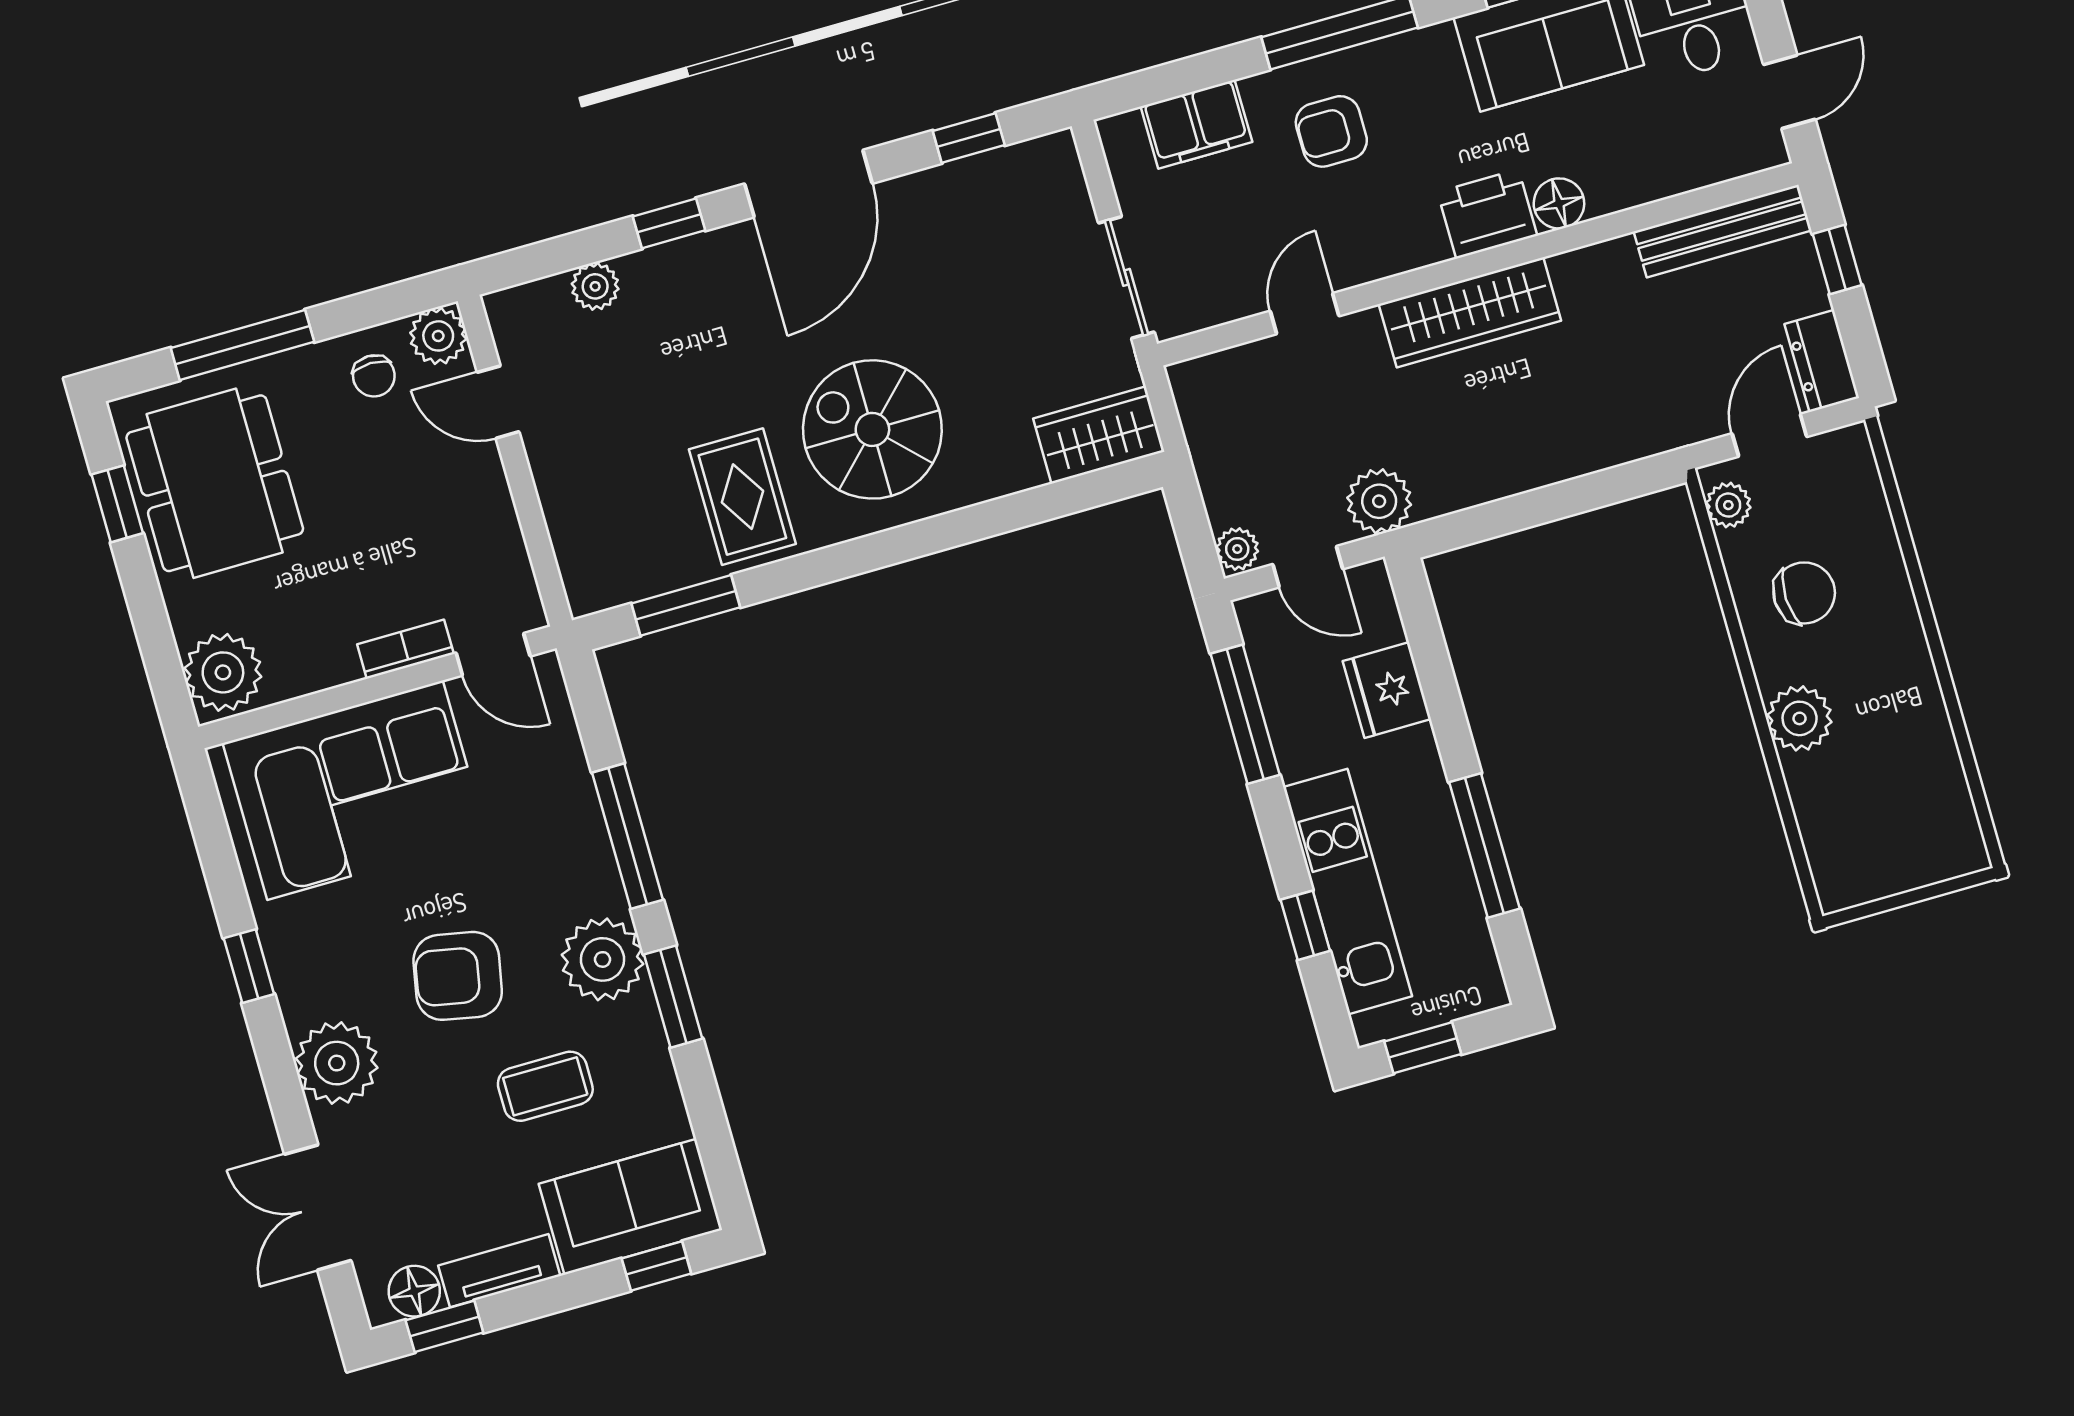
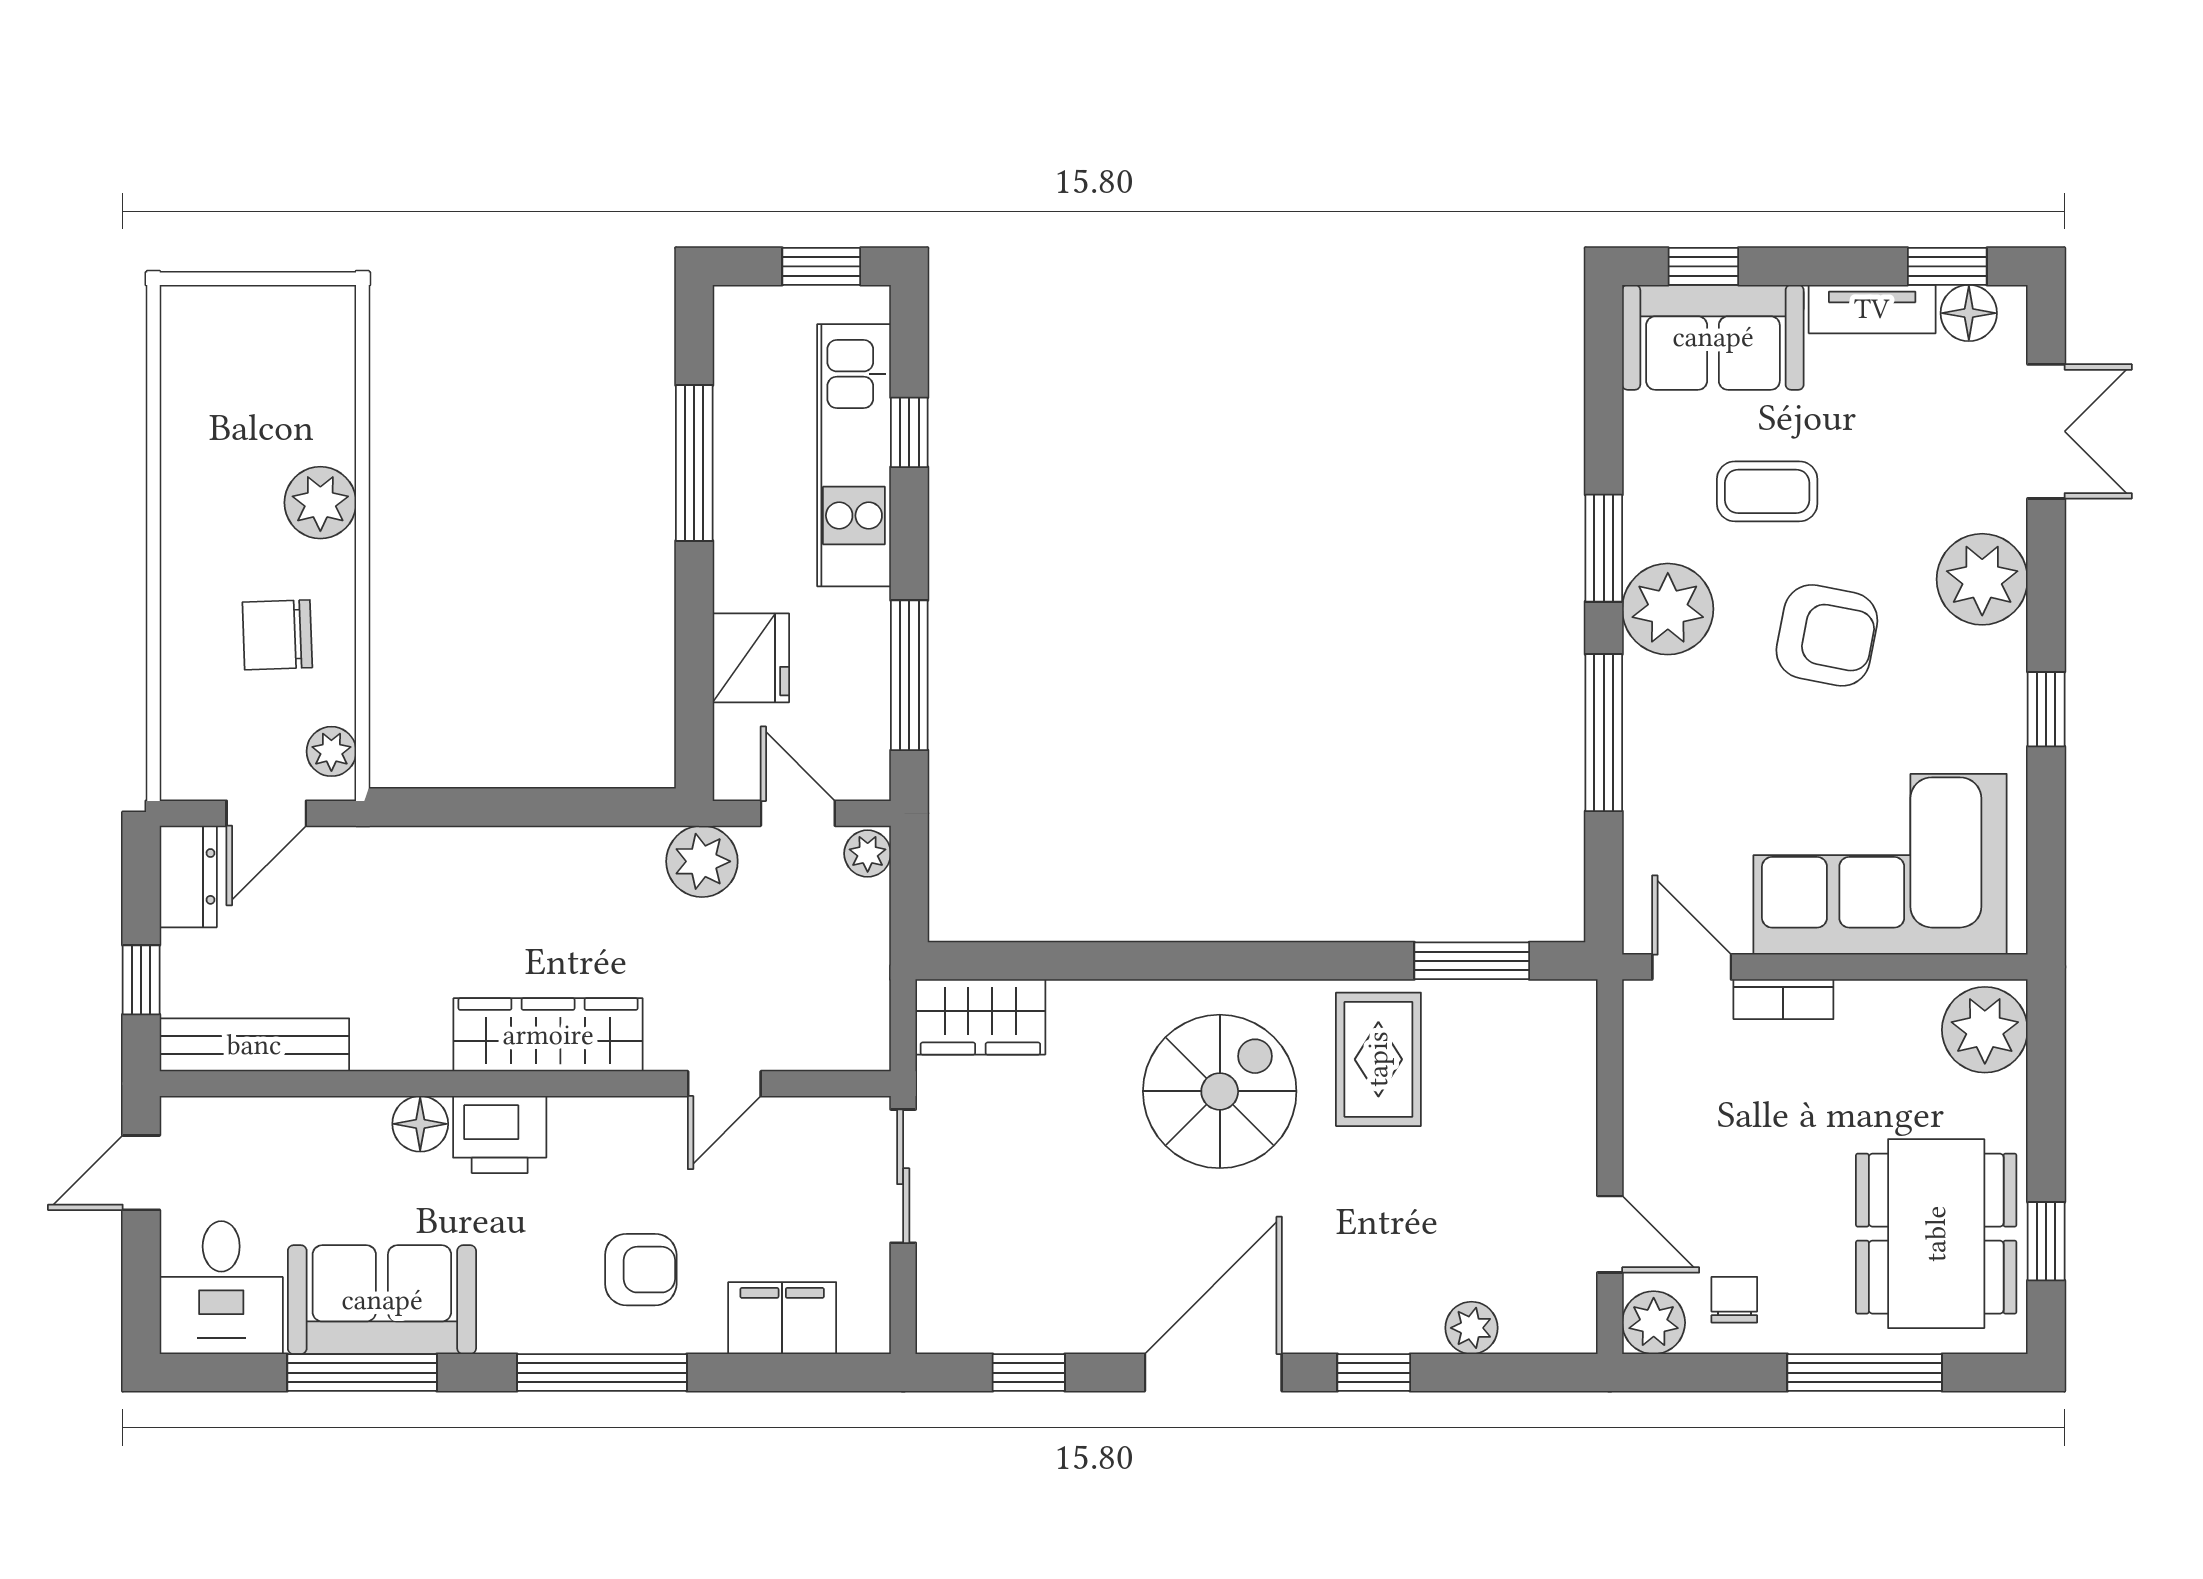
spiral stairs: (872, 429) -> (1220, 1091), turned -90

